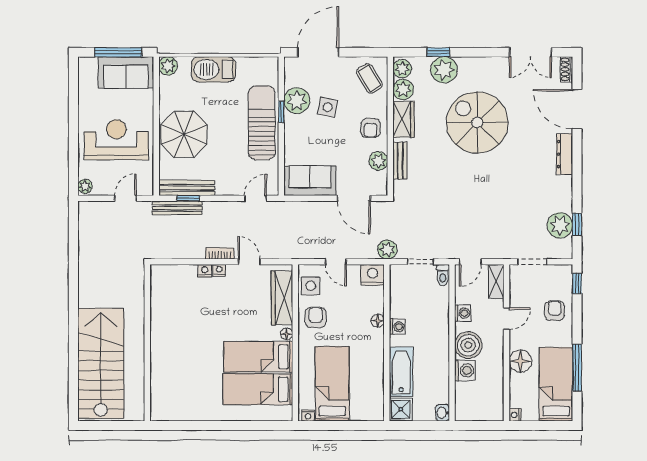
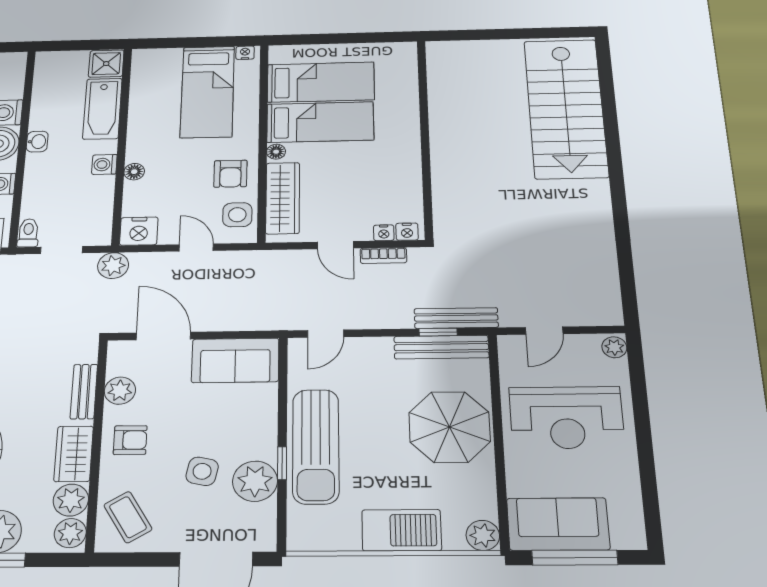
armchair: (371, 128) -> (130, 440), turned 90
wall: (147, 343) -> (425, 137), moved
washbasin: (443, 413) -> (37, 142), moved

